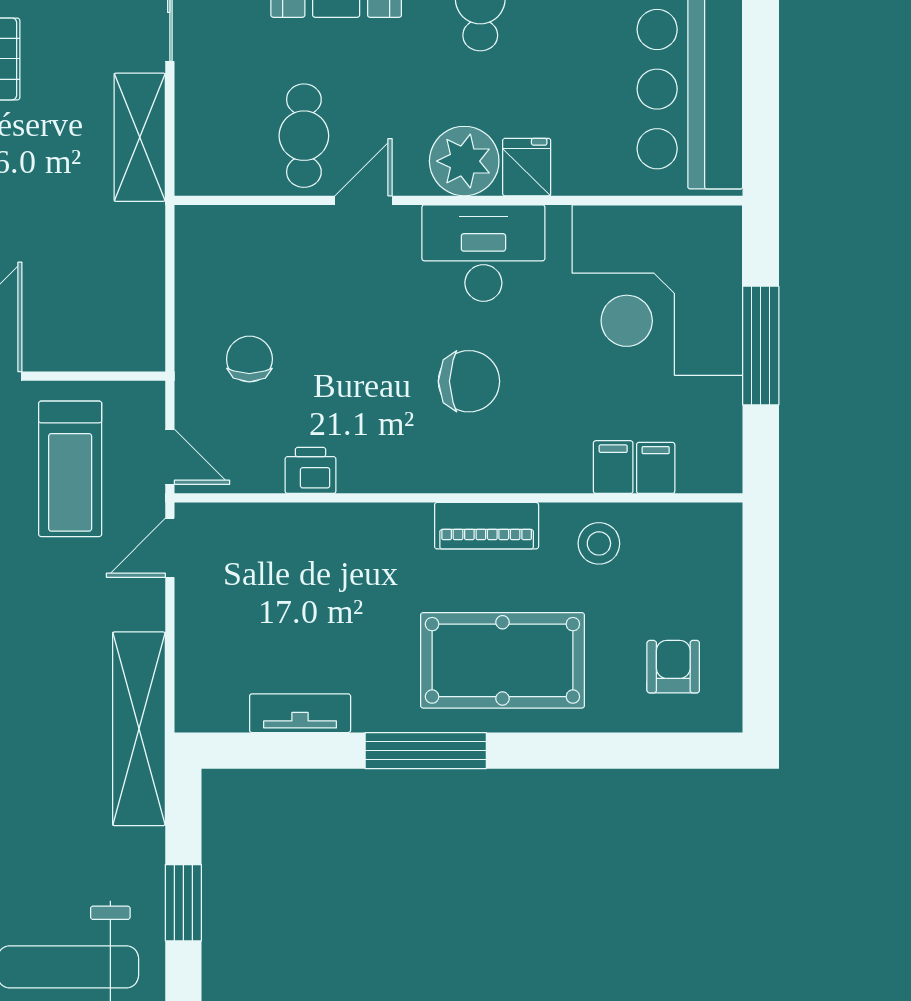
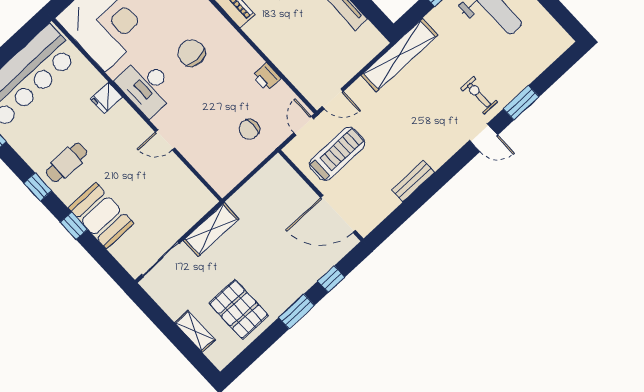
cafe table: (304, 136) -> (162, 178), removed
plant: (464, 161) -> (123, 120), removed

